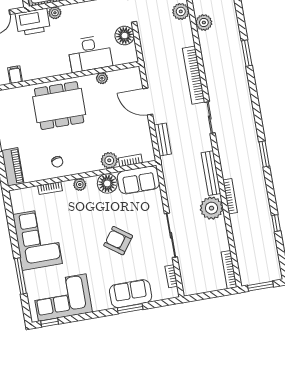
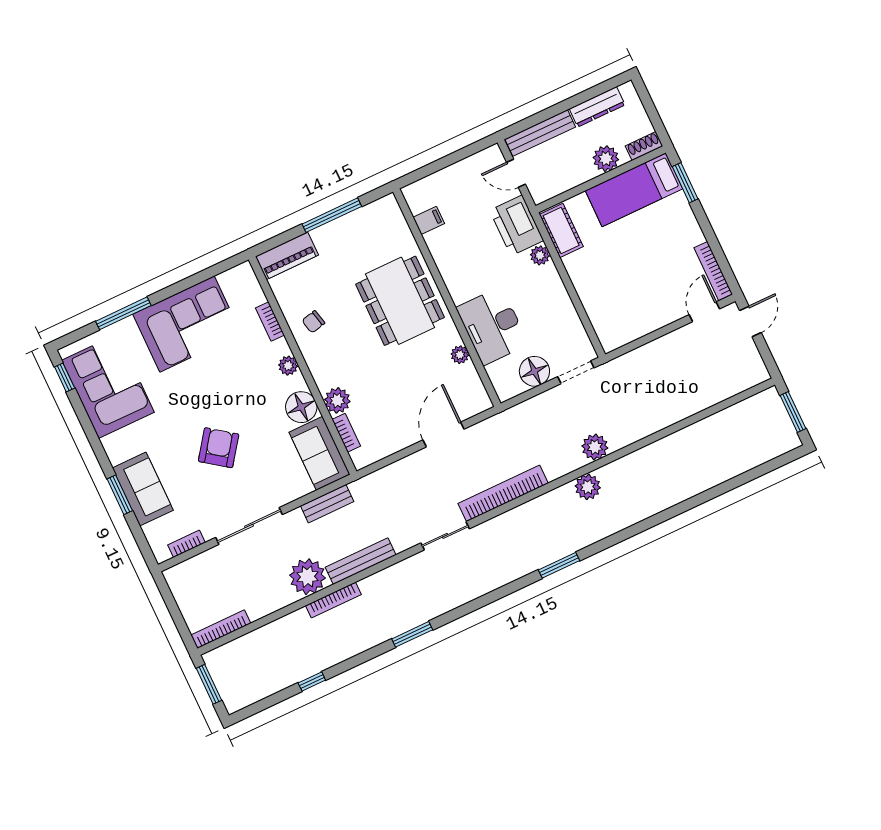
bench: (163, 140) -> (327, 504), moved

